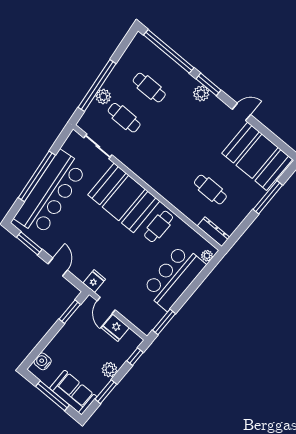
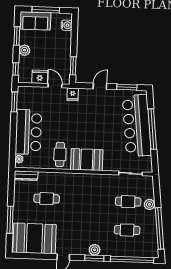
window: (97, 85) -> (159, 228), moved
booth: (124, 198) -> (87, 160), width x0.73, depth x0.70
door: (58, 267) -> (100, 86), swing flipped

